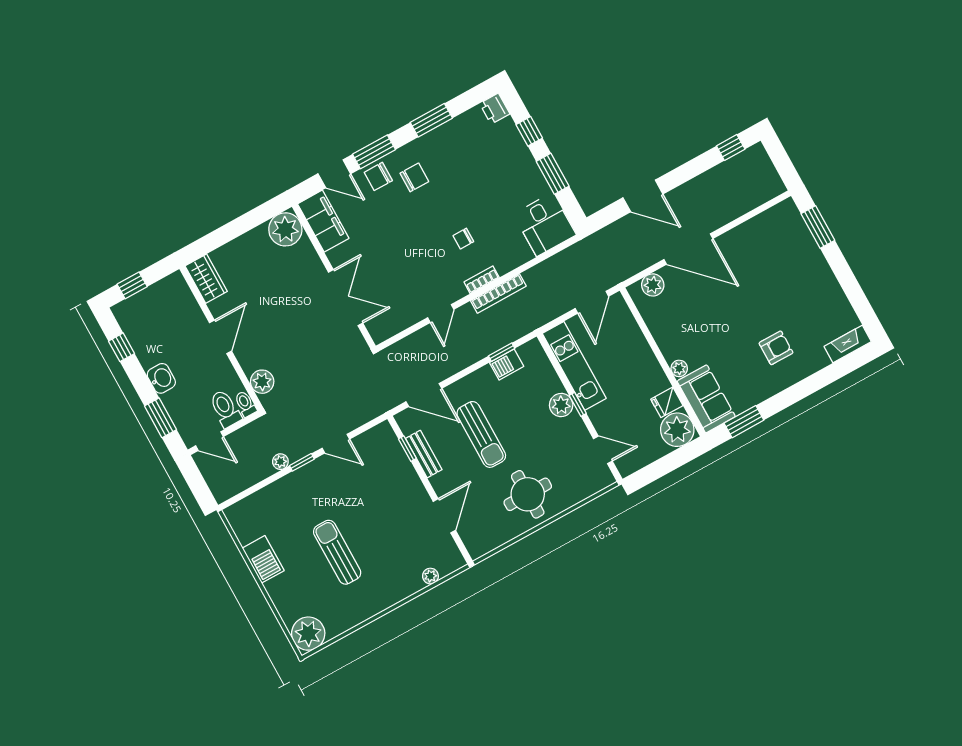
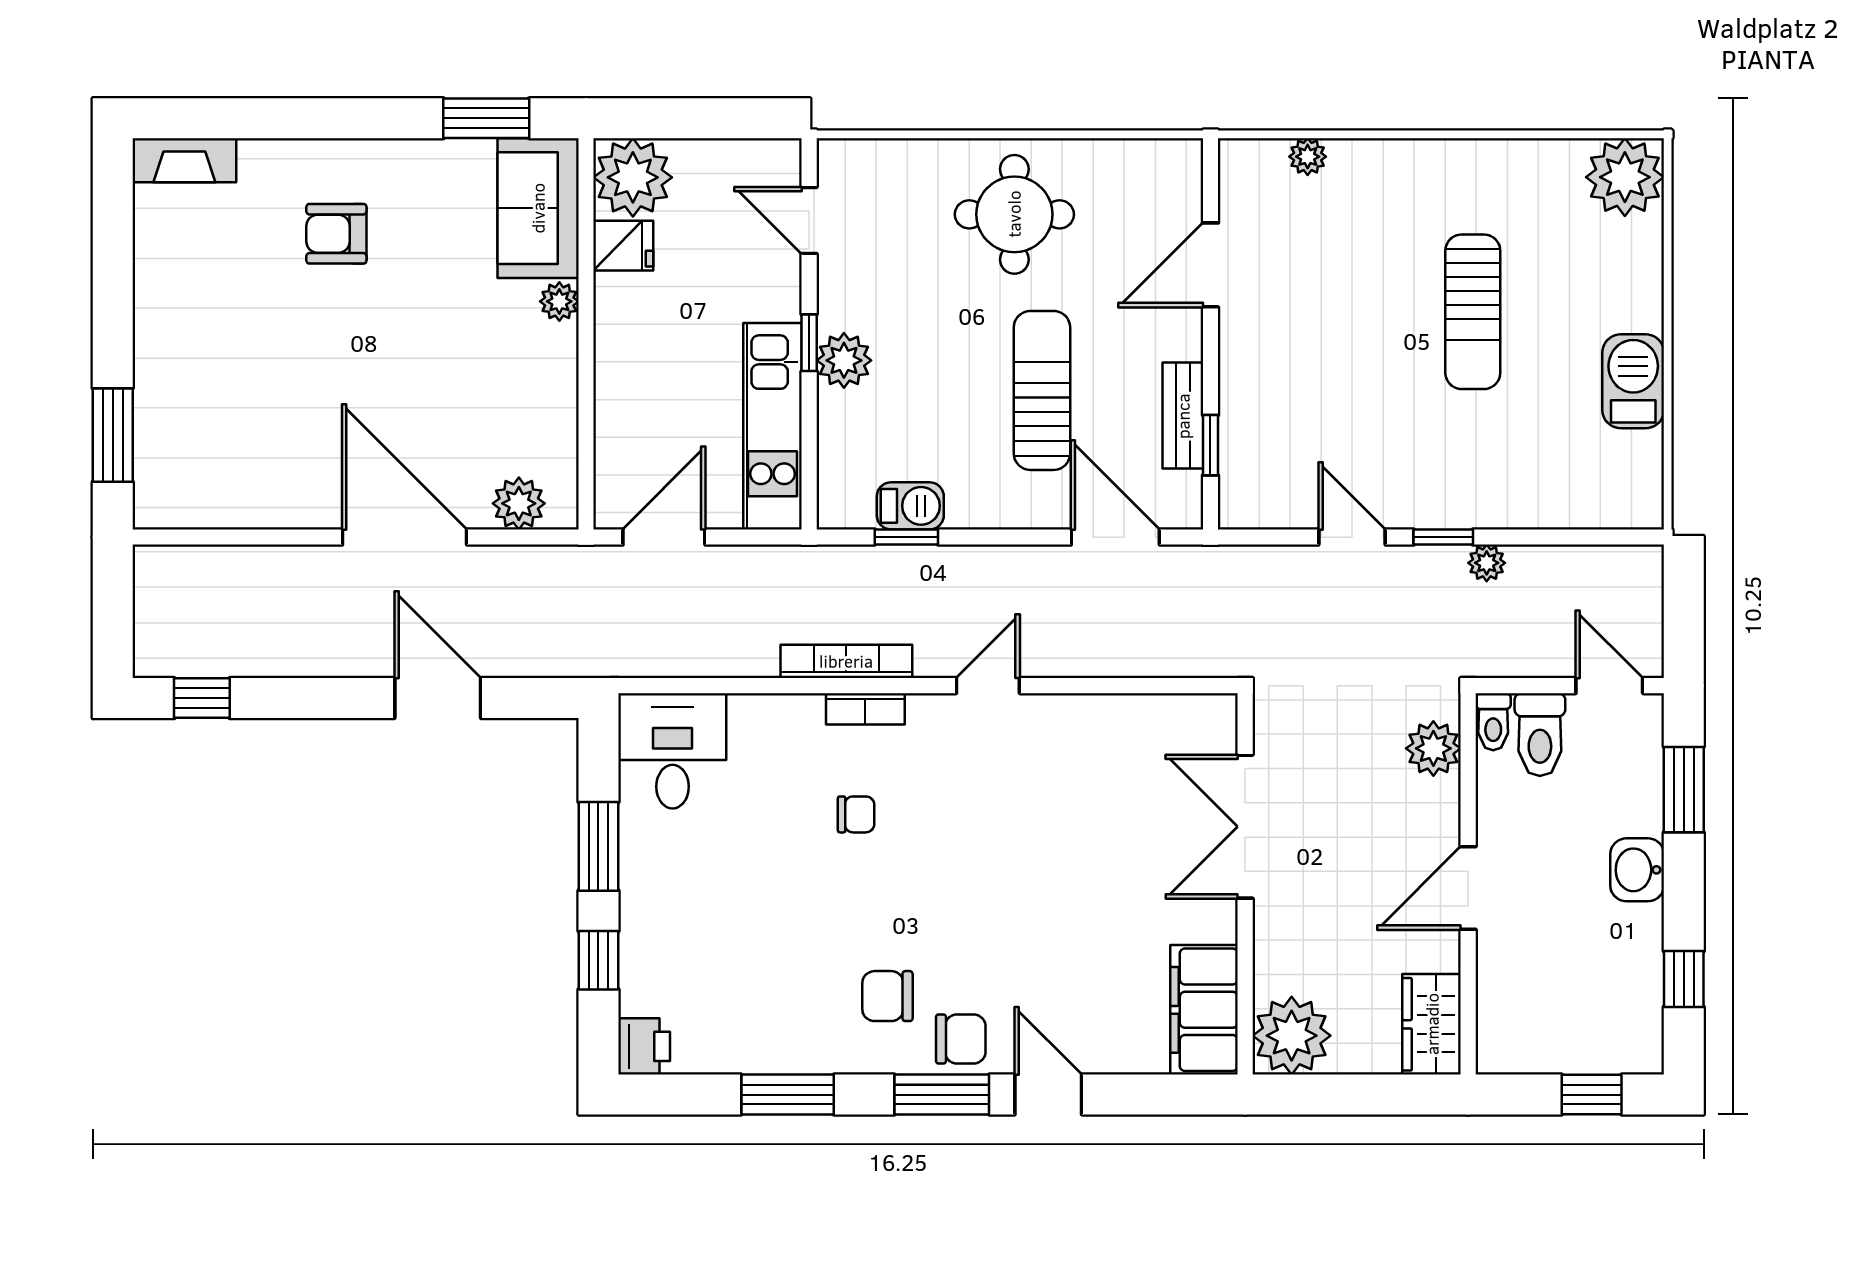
filing cabinet: (323, 221) -> (1204, 1010), moved
plant: (285, 229) -> (1292, 1036), moved
wall: (334, 276) -> (1245, 884), moved
double door: (346, 298) -> (1245, 827), moved

